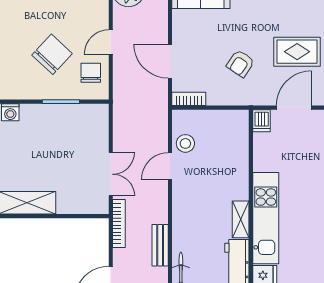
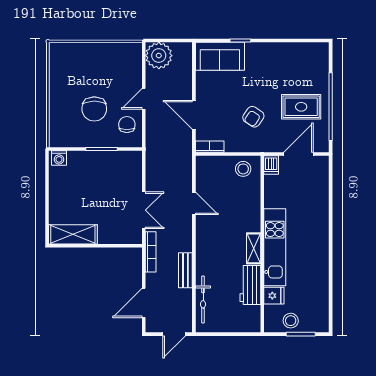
chair: (52, 54) -> (94, 109), turned 137
stool: (185, 143) -> (243, 169), moved
door: (170, 166) -> (194, 203), swing flipped

